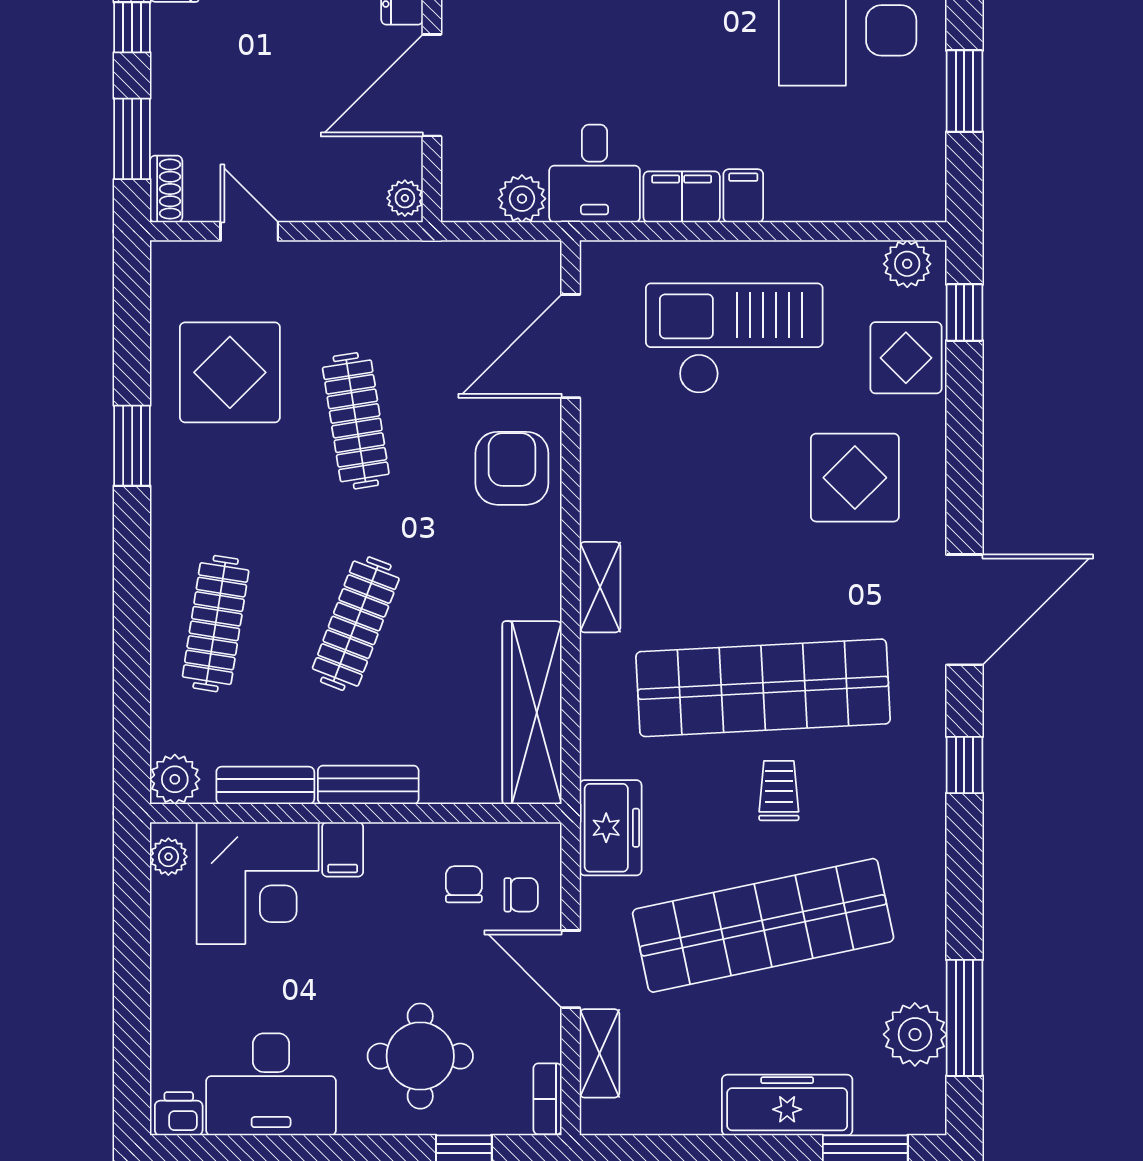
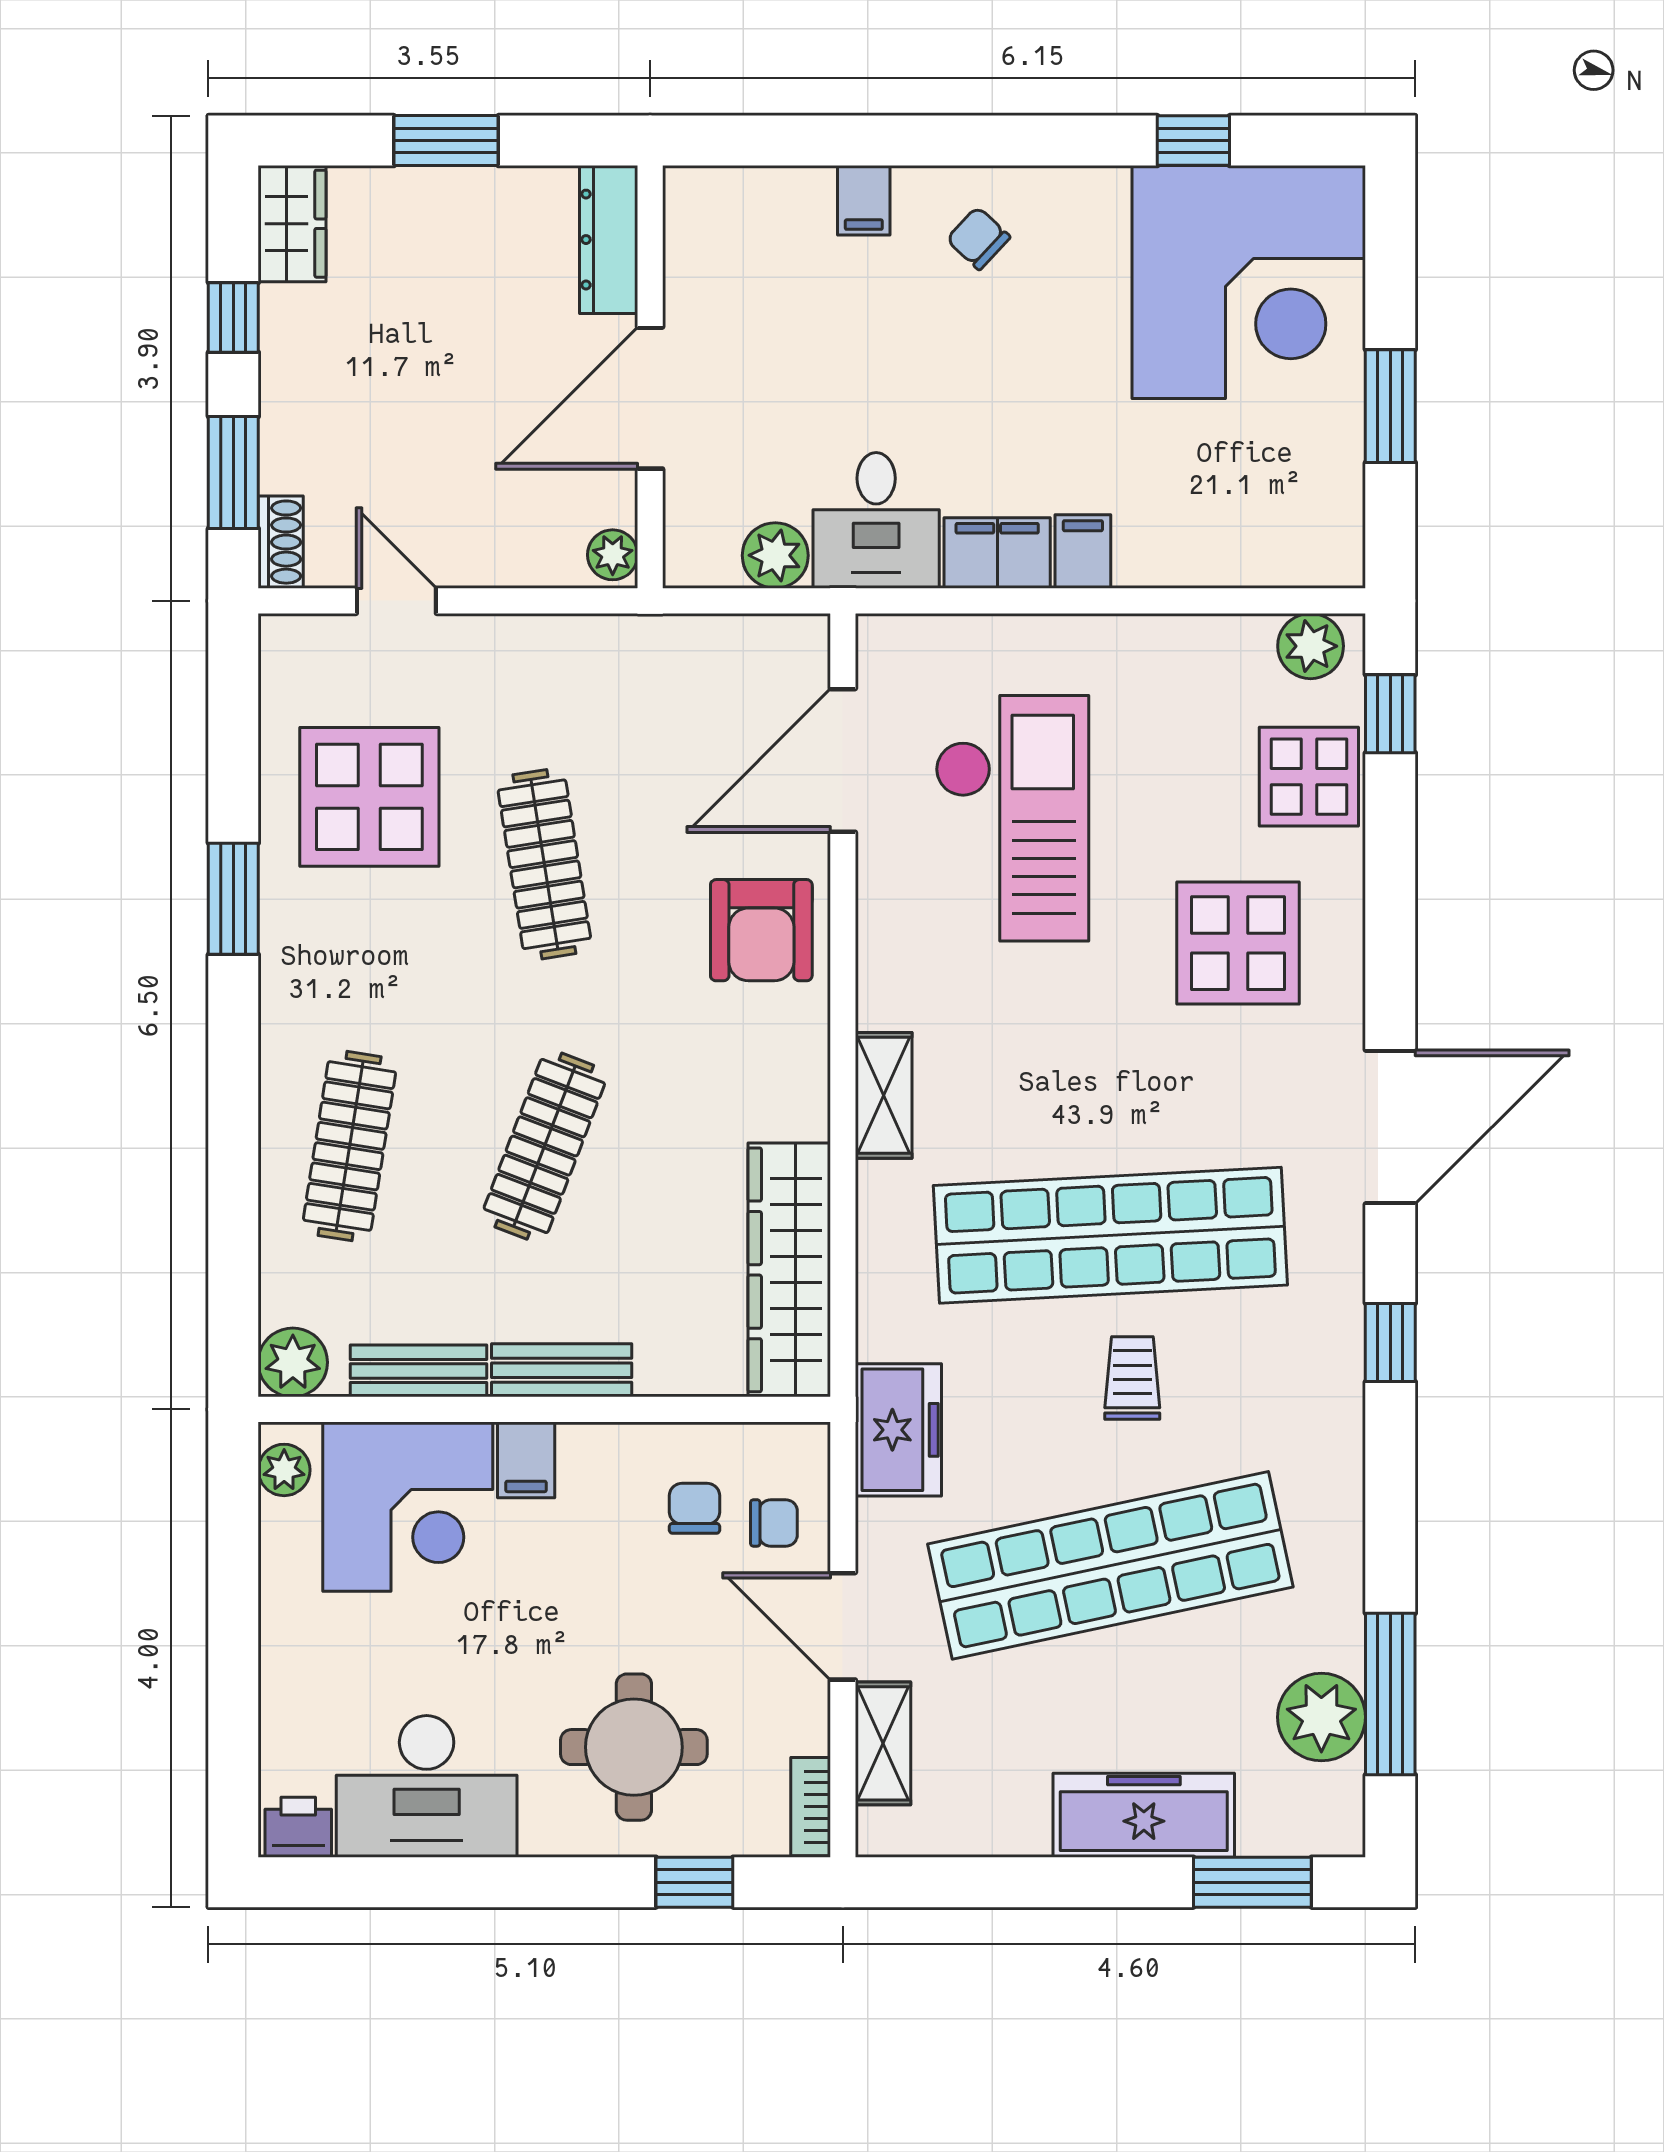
checkout: (734, 338) -> (1012, 818), moved, turned 90
armchair: (512, 468) -> (761, 930), turned 180

